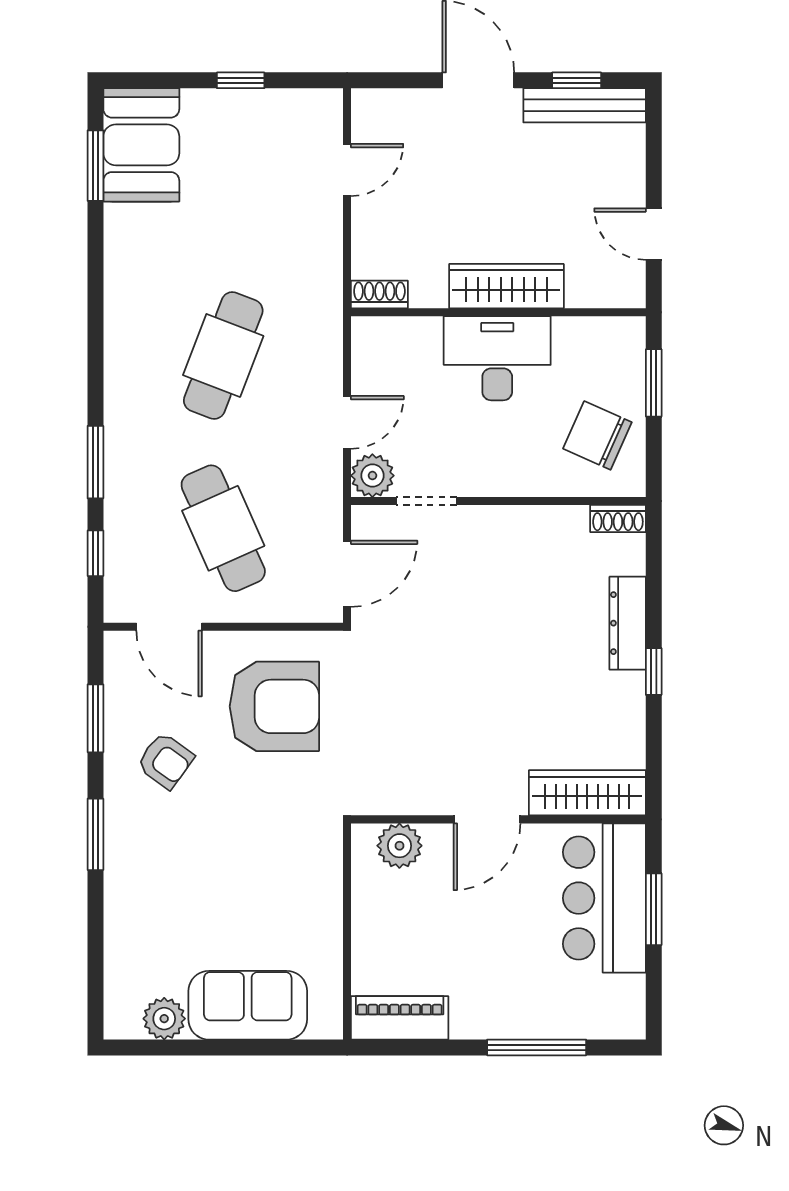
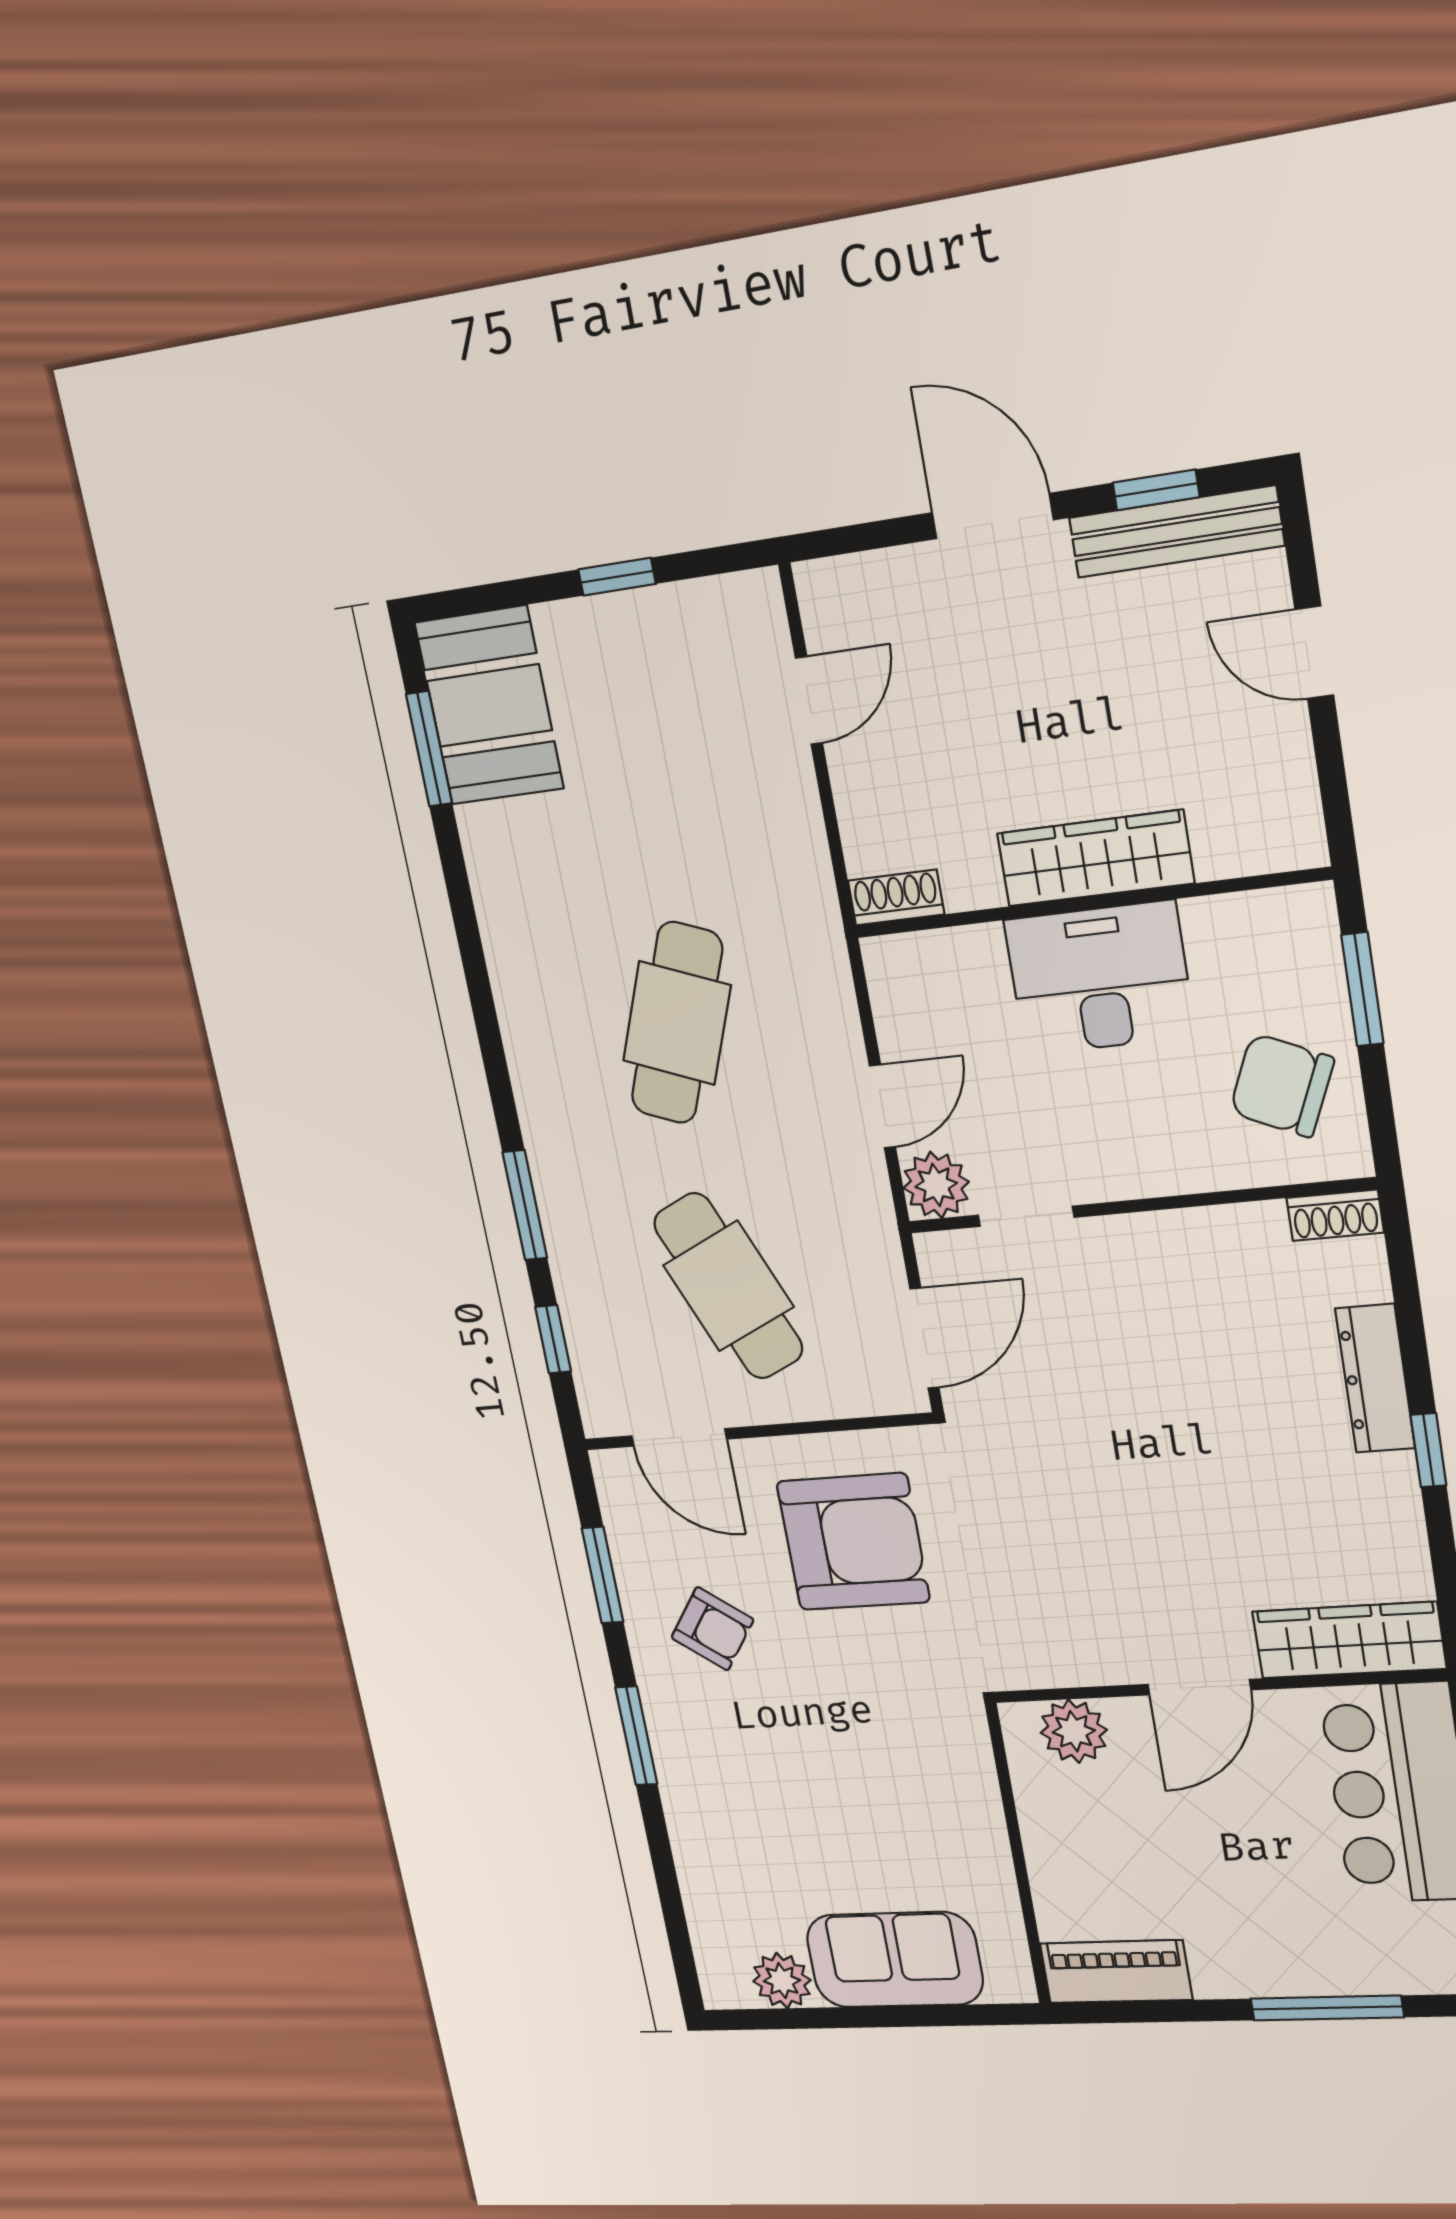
door: (654, 234) -> (1314, 652), moved

